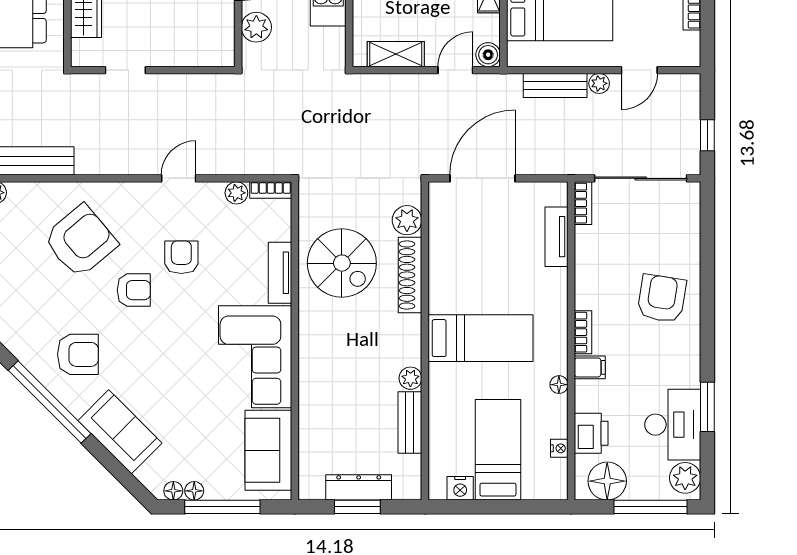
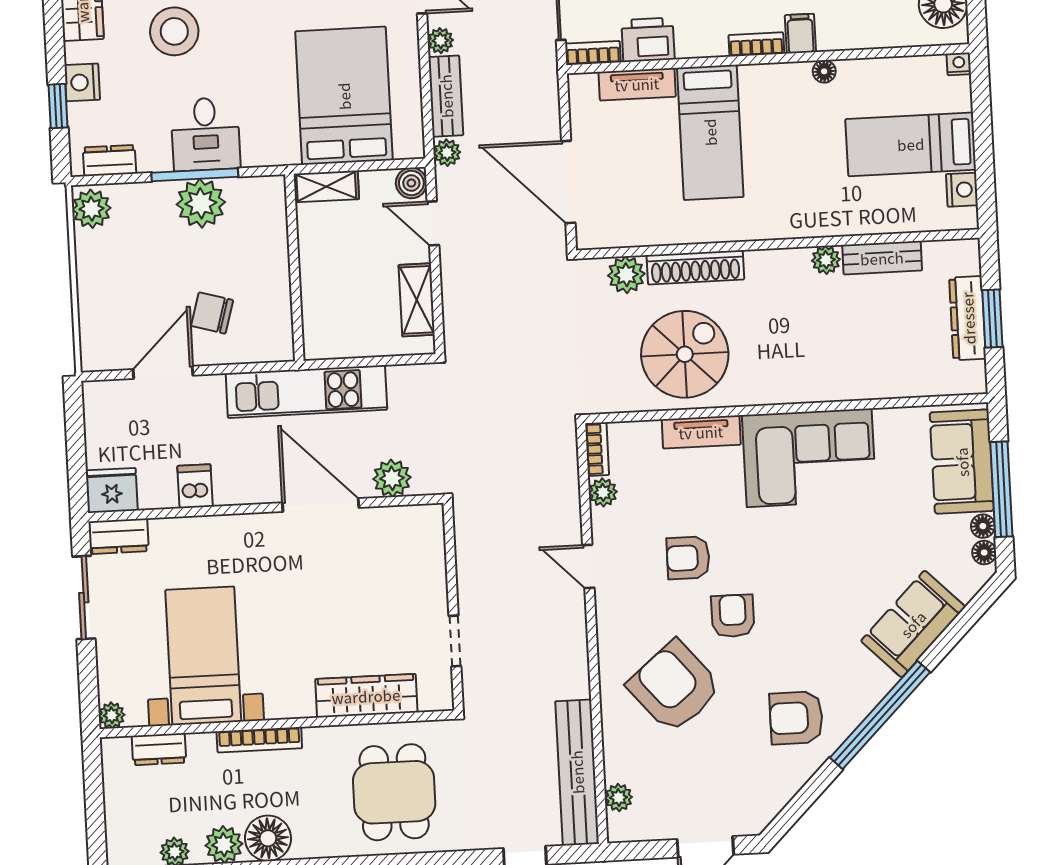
plant: (511, 84) -> (447, 153), added
bed: (481, 338) -> (710, 132), moved, turned 180
armchair: (78, 354) -> (796, 718), moved, turned -90
printer: (591, 433) -> (648, 40), moved
nightstand: (559, 448) -> (959, 64), moved
sofa: (268, 450) -> (962, 462), moved, turned 90

